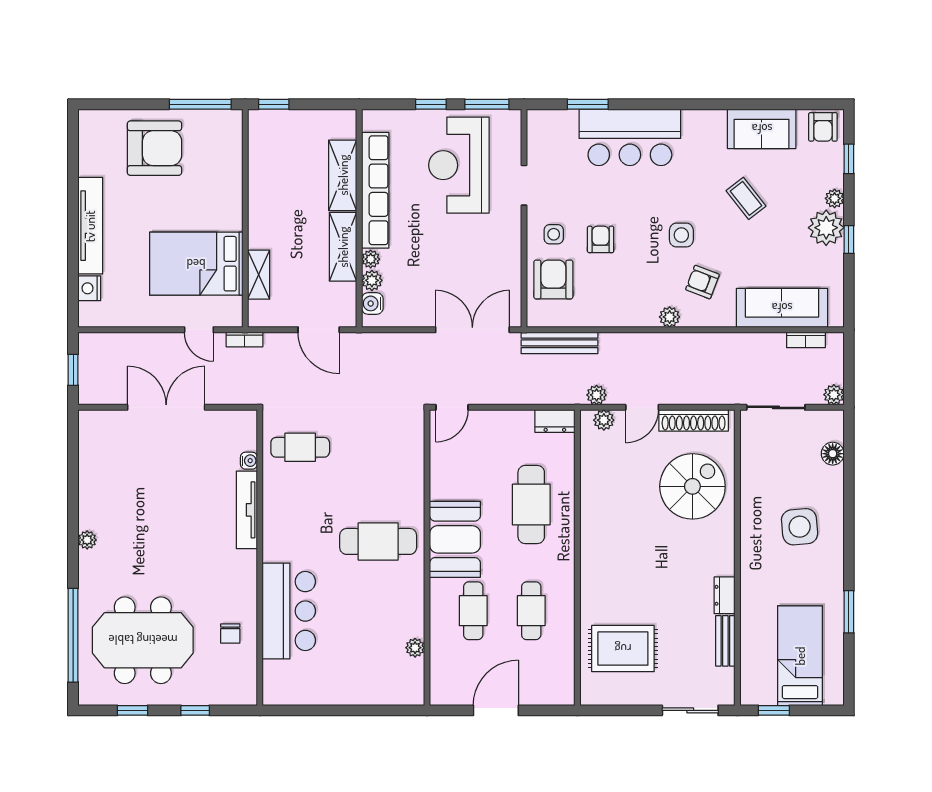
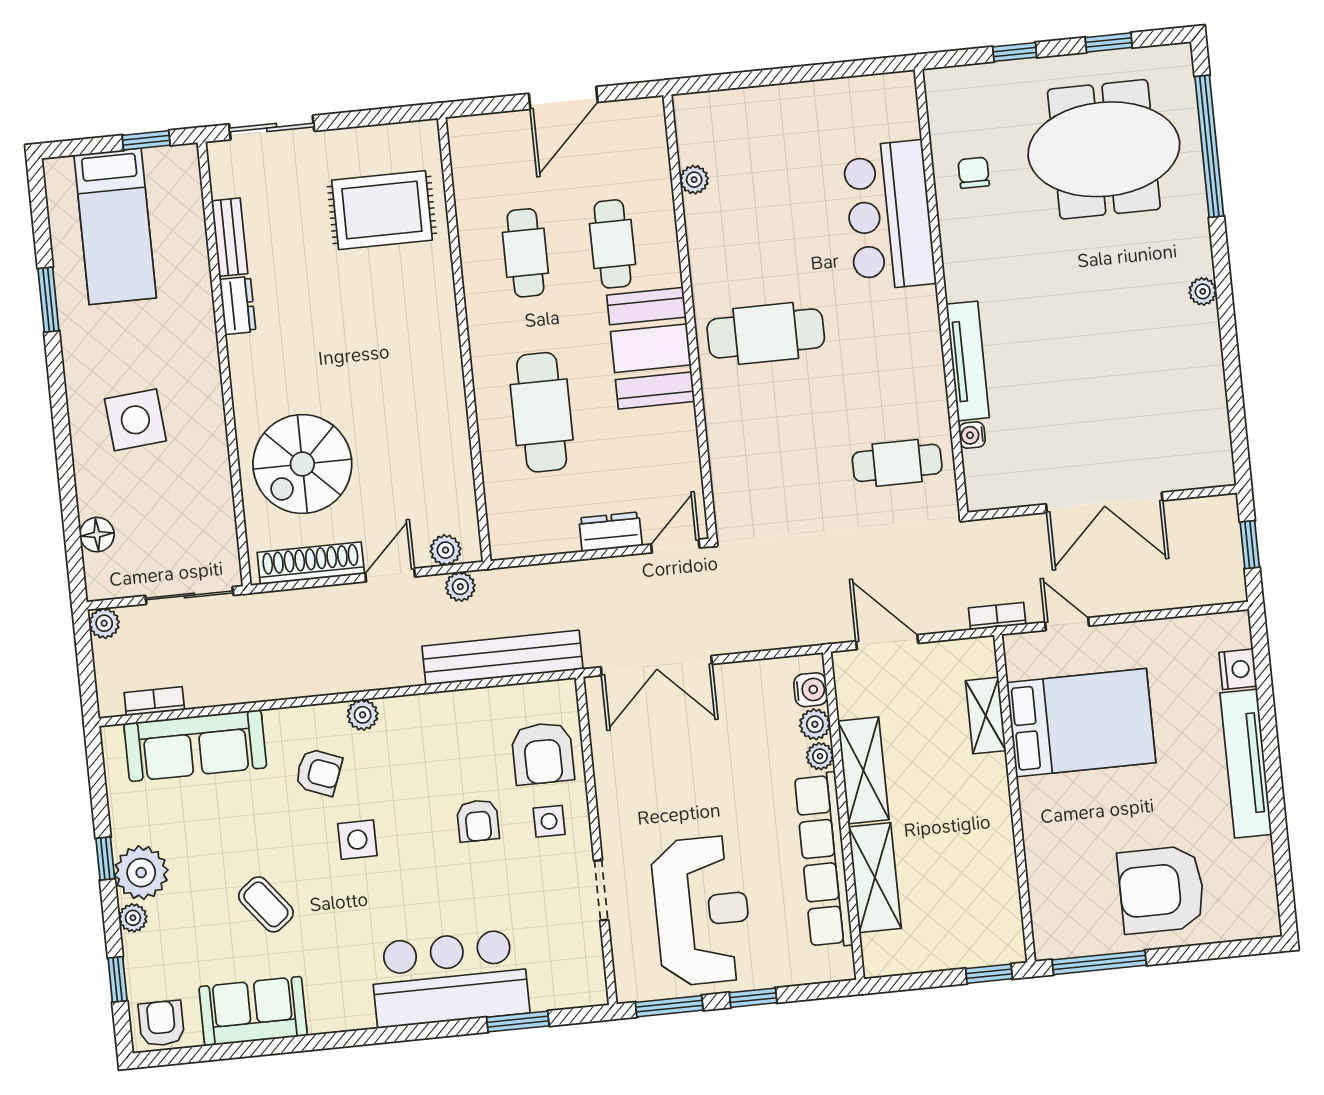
bench: (559, 343) -> (502, 658), width x1.37, depth x1.21
dresser: (555, 421) -> (610, 532), moved

